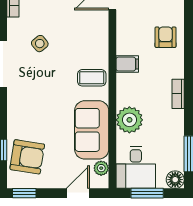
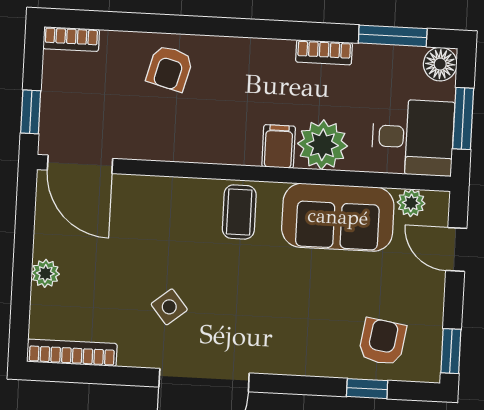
armchair: (166, 37) -> (170, 68), turned -75
filing cabinet: (127, 64) -> (279, 146), moved
bookcase: (178, 94) -> (324, 52), moved
armchair: (27, 157) -> (382, 342), width x0.72, depth x0.72

